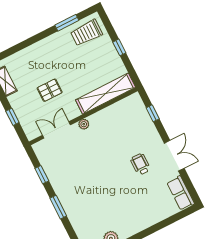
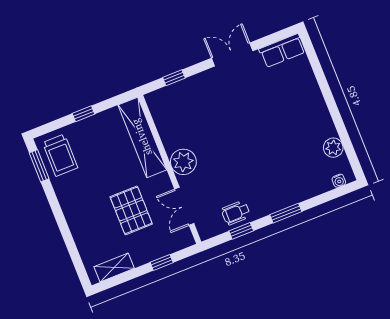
window: (67, 23) -> (39, 166), moved
pallet: (50, 90) -> (131, 210), width x1.50, depth x1.42
plant: (84, 124) -> (183, 162), width x1.87, depth x1.87
wheelchair: (140, 164) -> (236, 213), moved

